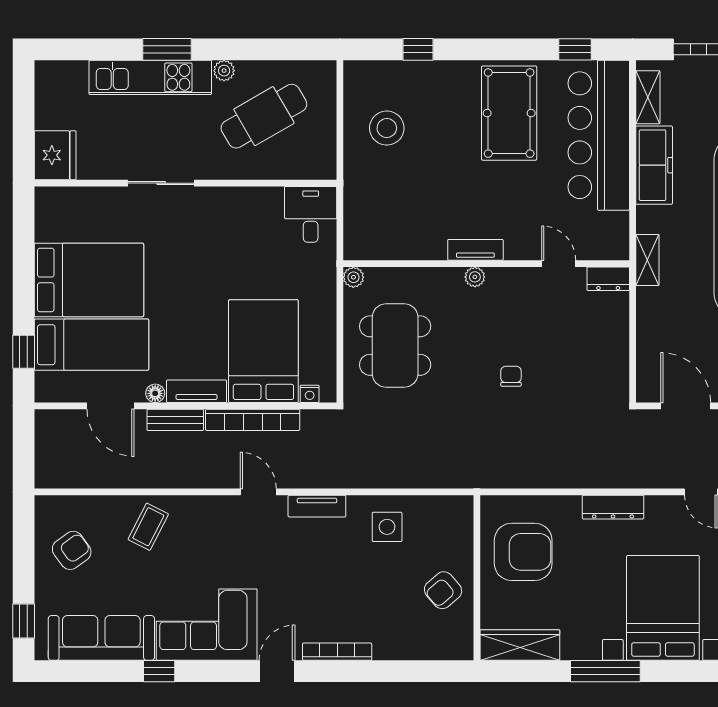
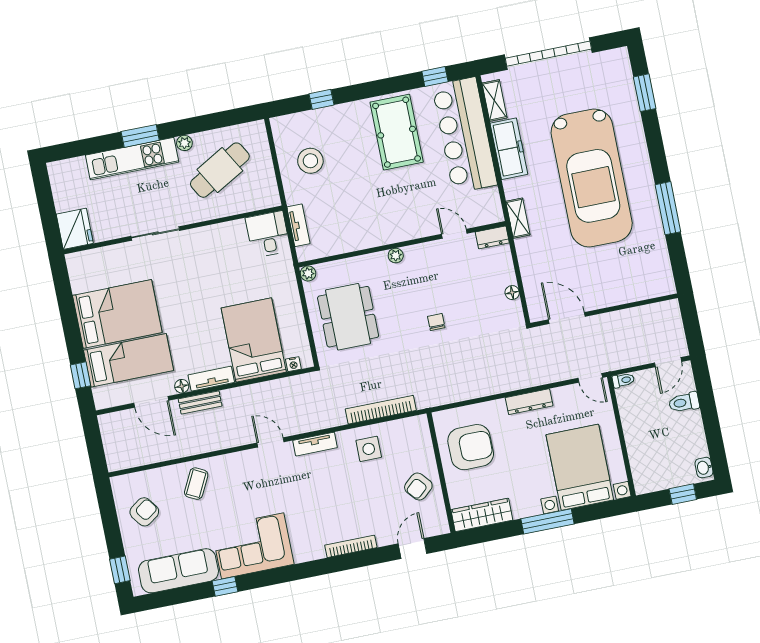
tv unit: (475, 250) -> (298, 225), moved, turned 90
floor lamp: (620, 357) -> (512, 293), added
bookcase: (253, 420) -> (381, 410), moved, turned 180
door: (277, 671) -> (413, 549), moved

